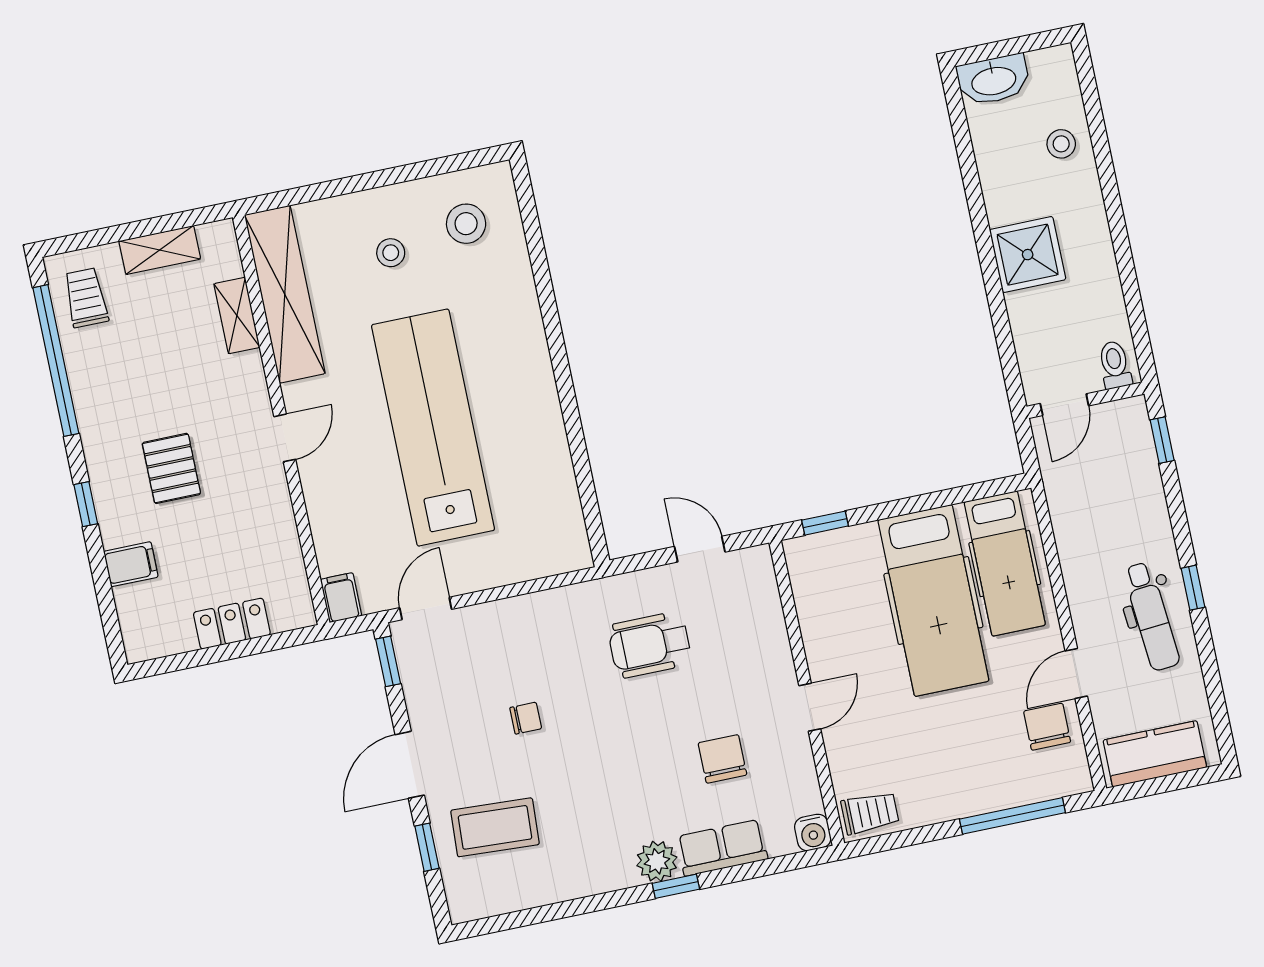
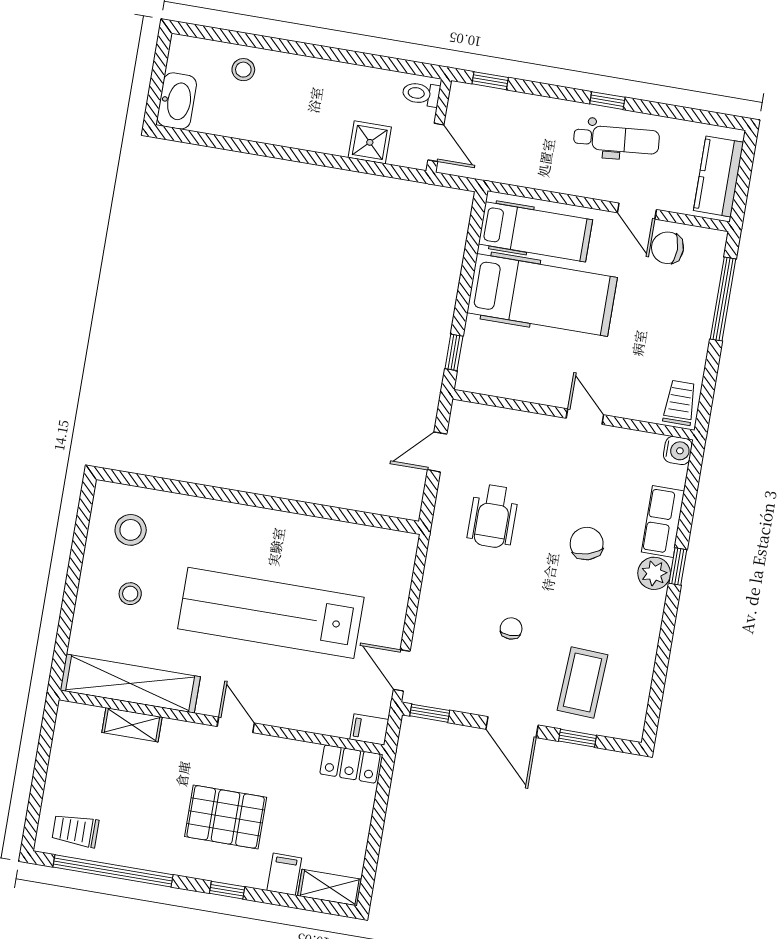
shelving: (160, 250) -> (330, 888), moved, turned 90
shower: (1028, 255) -> (370, 142), moved, width x0.73, depth x0.73
pallet: (171, 468) -> (226, 817), width x1.50, depth x1.42
locker: (232, 624) -> (350, 764), moved, turned -90
chair: (722, 759) -> (587, 544), moved, turned 73

